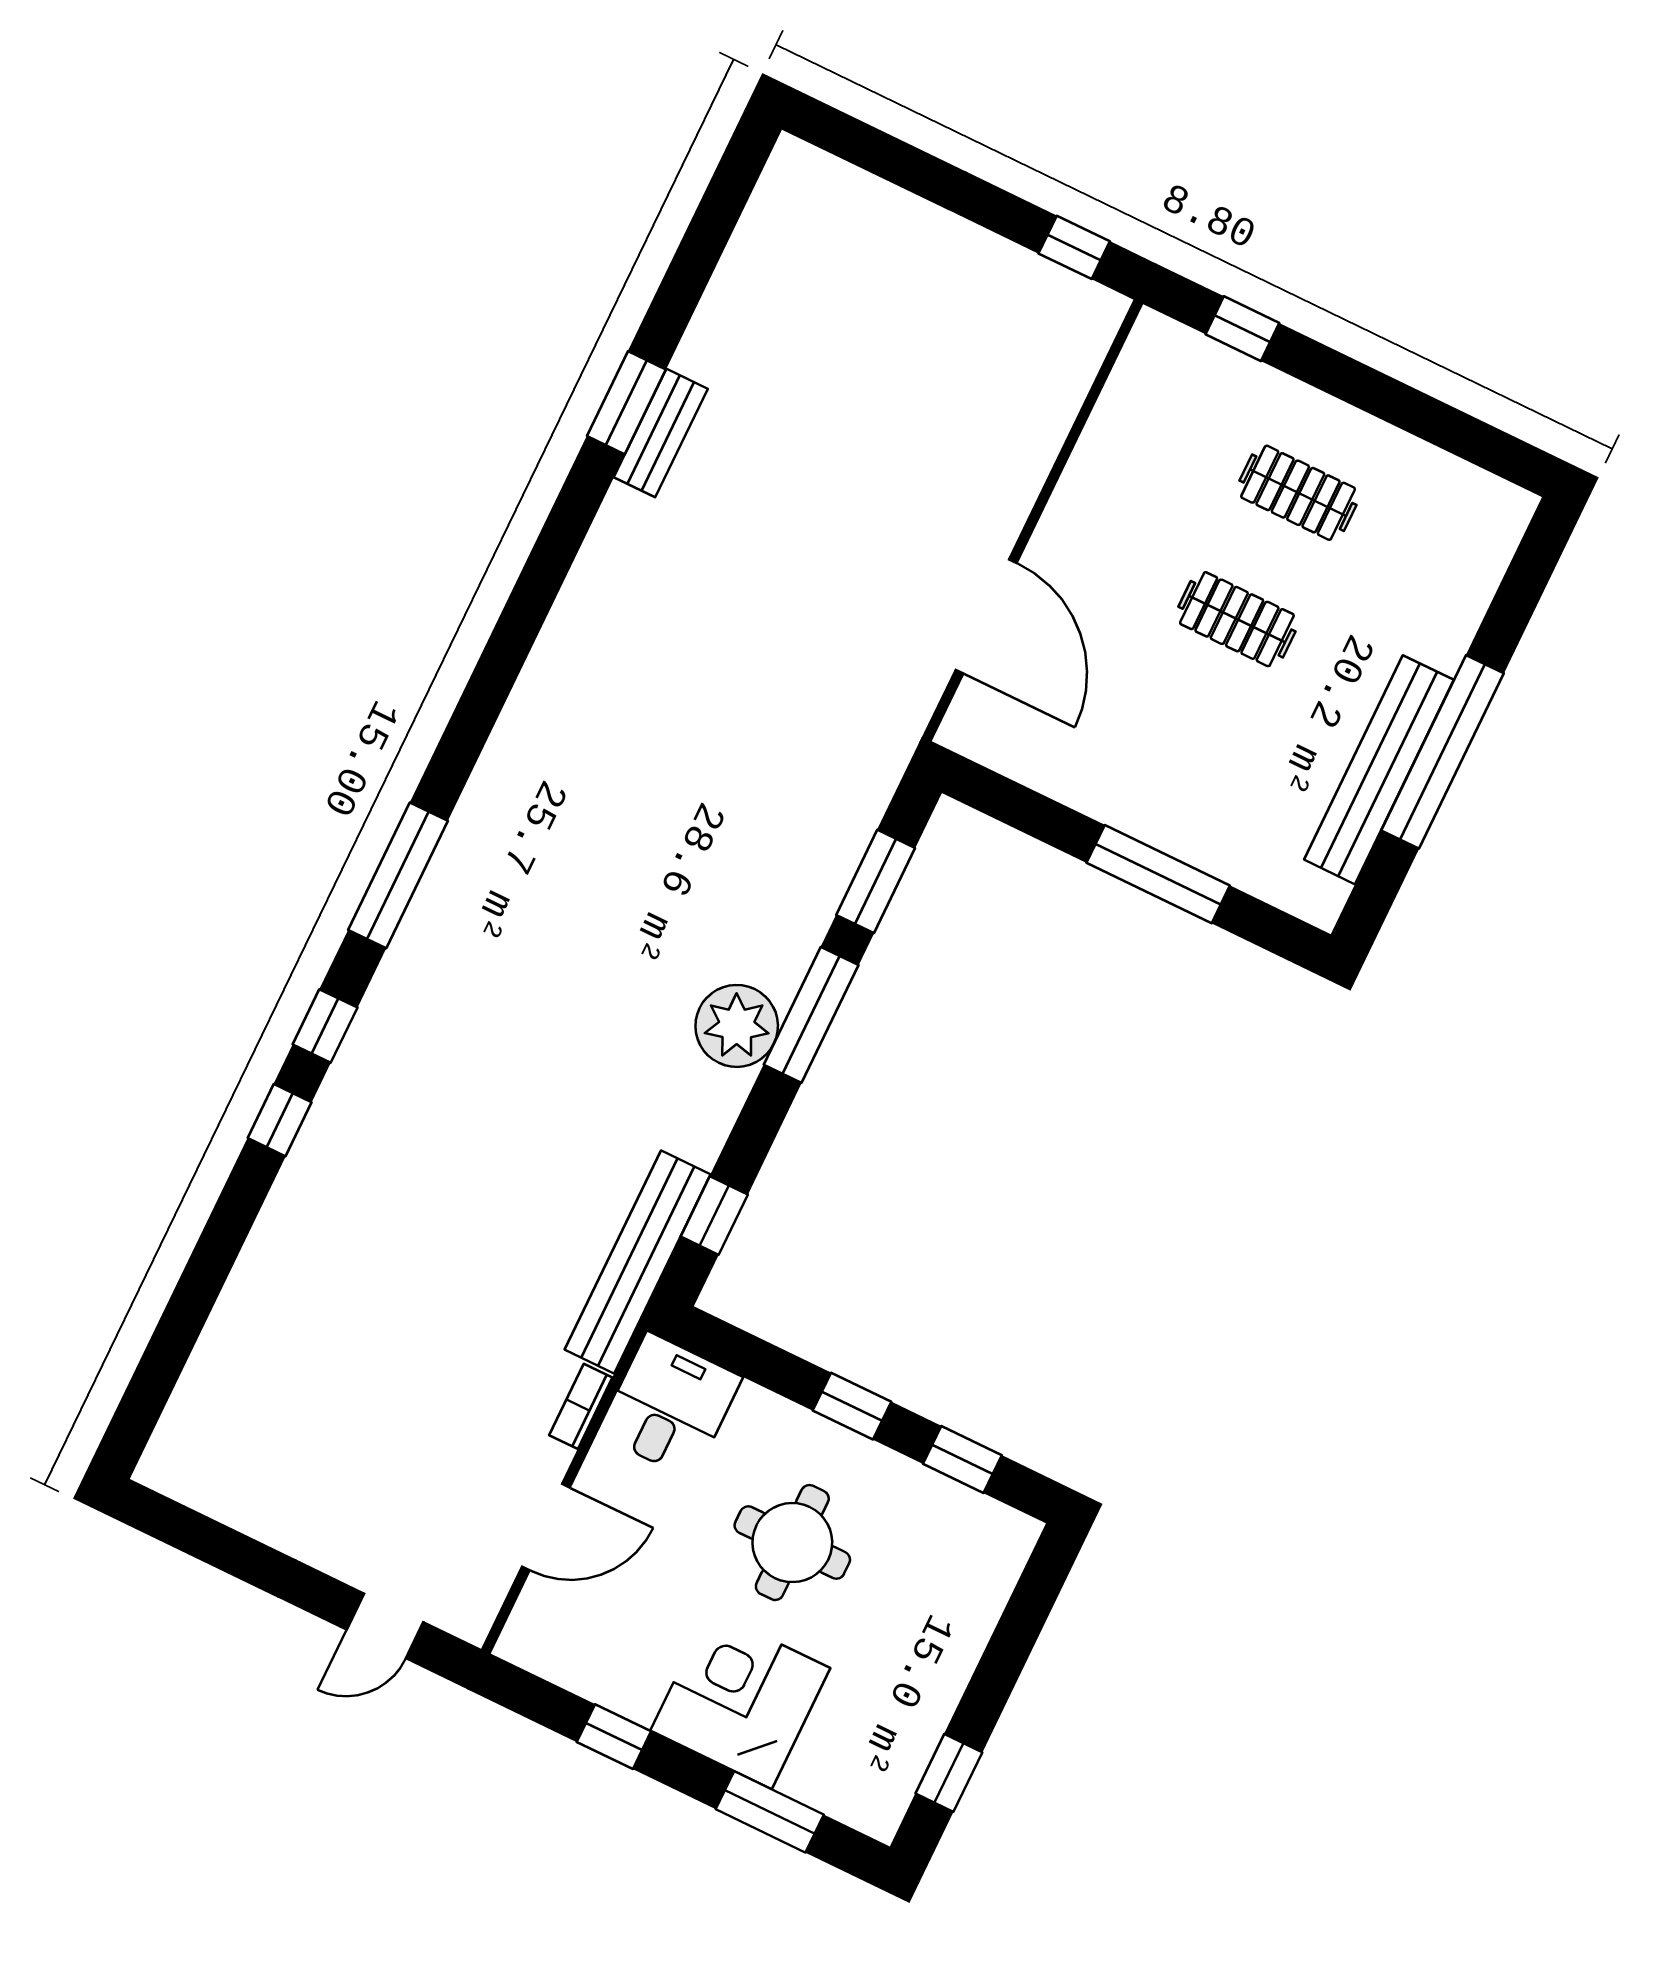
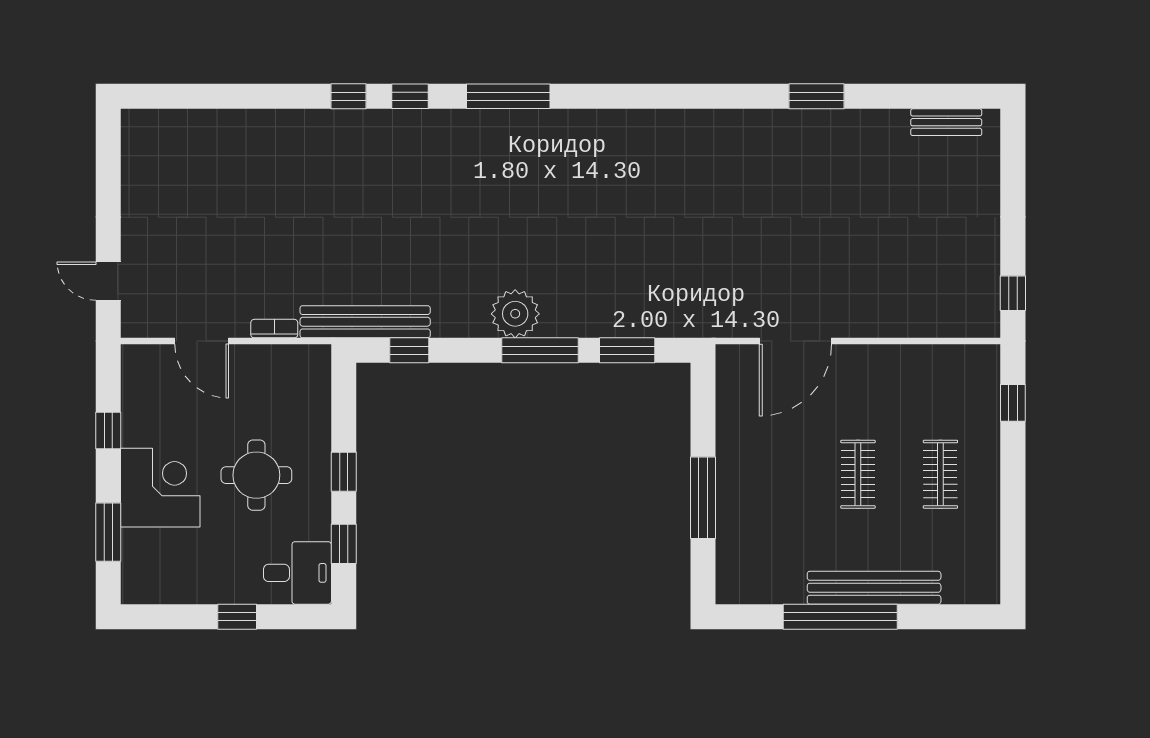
bench: (661, 433) -> (946, 122), moved
bench: (1379, 770) -> (874, 588), moved
desk: (670, 1406) -> (297, 573), moved
window: (949, 1773) -> (237, 617), moved

